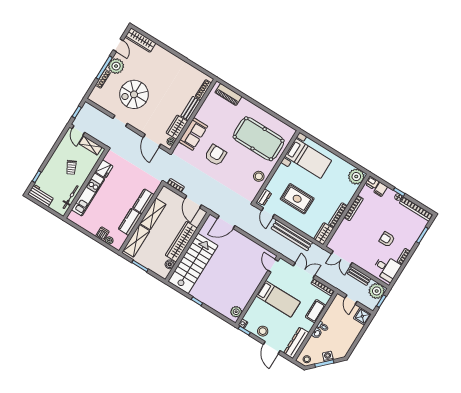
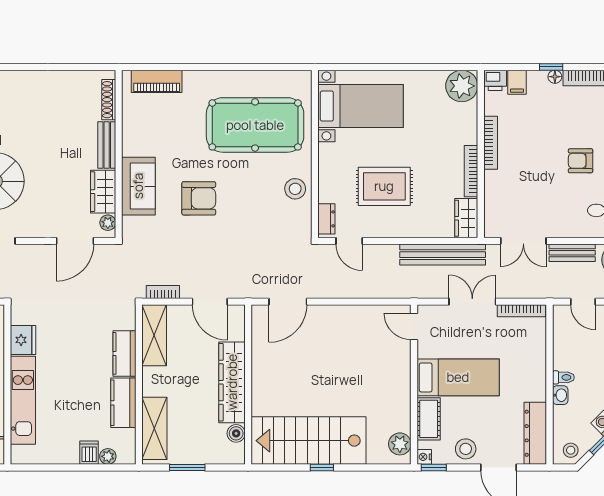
door: (152, 141) -> (75, 241), hinge flipped
armchair: (215, 155) -> (199, 198), turned 90
shelving: (153, 214) -> (154, 335), moved
bench: (292, 235) -> (443, 255), moved
stairs: (193, 263) -> (309, 441), moved, turned -90
cot: (316, 311) -> (429, 419), moved

